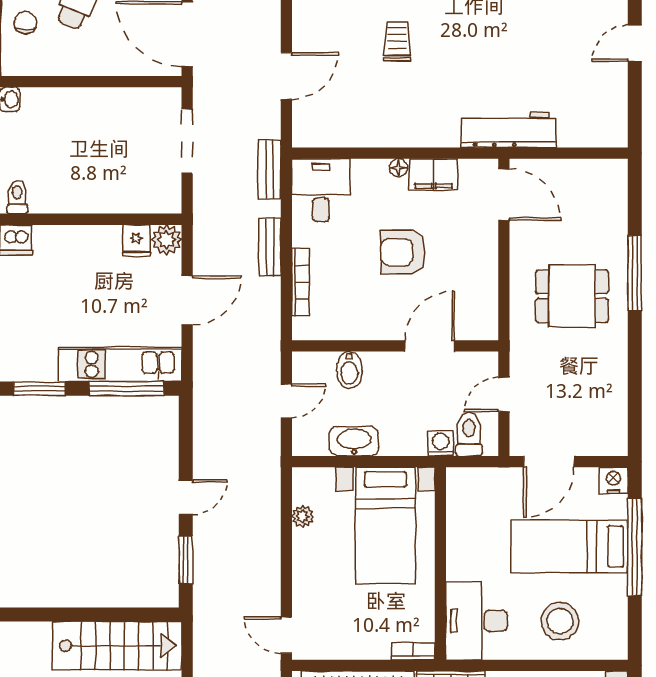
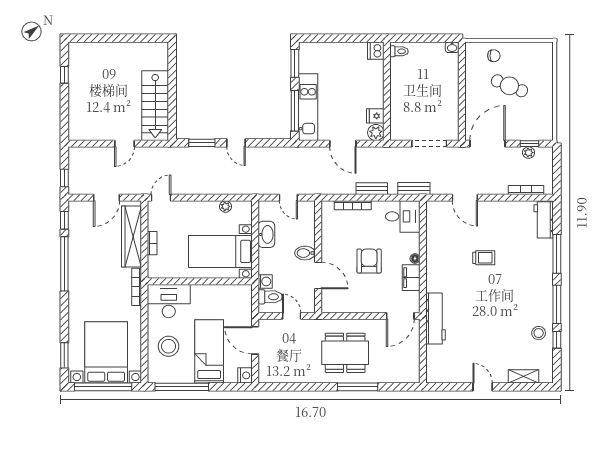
dining table: (572, 296) -> (345, 353), width x1.38
bidet: (349, 370) -> (305, 253), moved
window: (635, 547) -> (182, 387), moved
bookcase: (413, 651) -> (152, 243), moved

